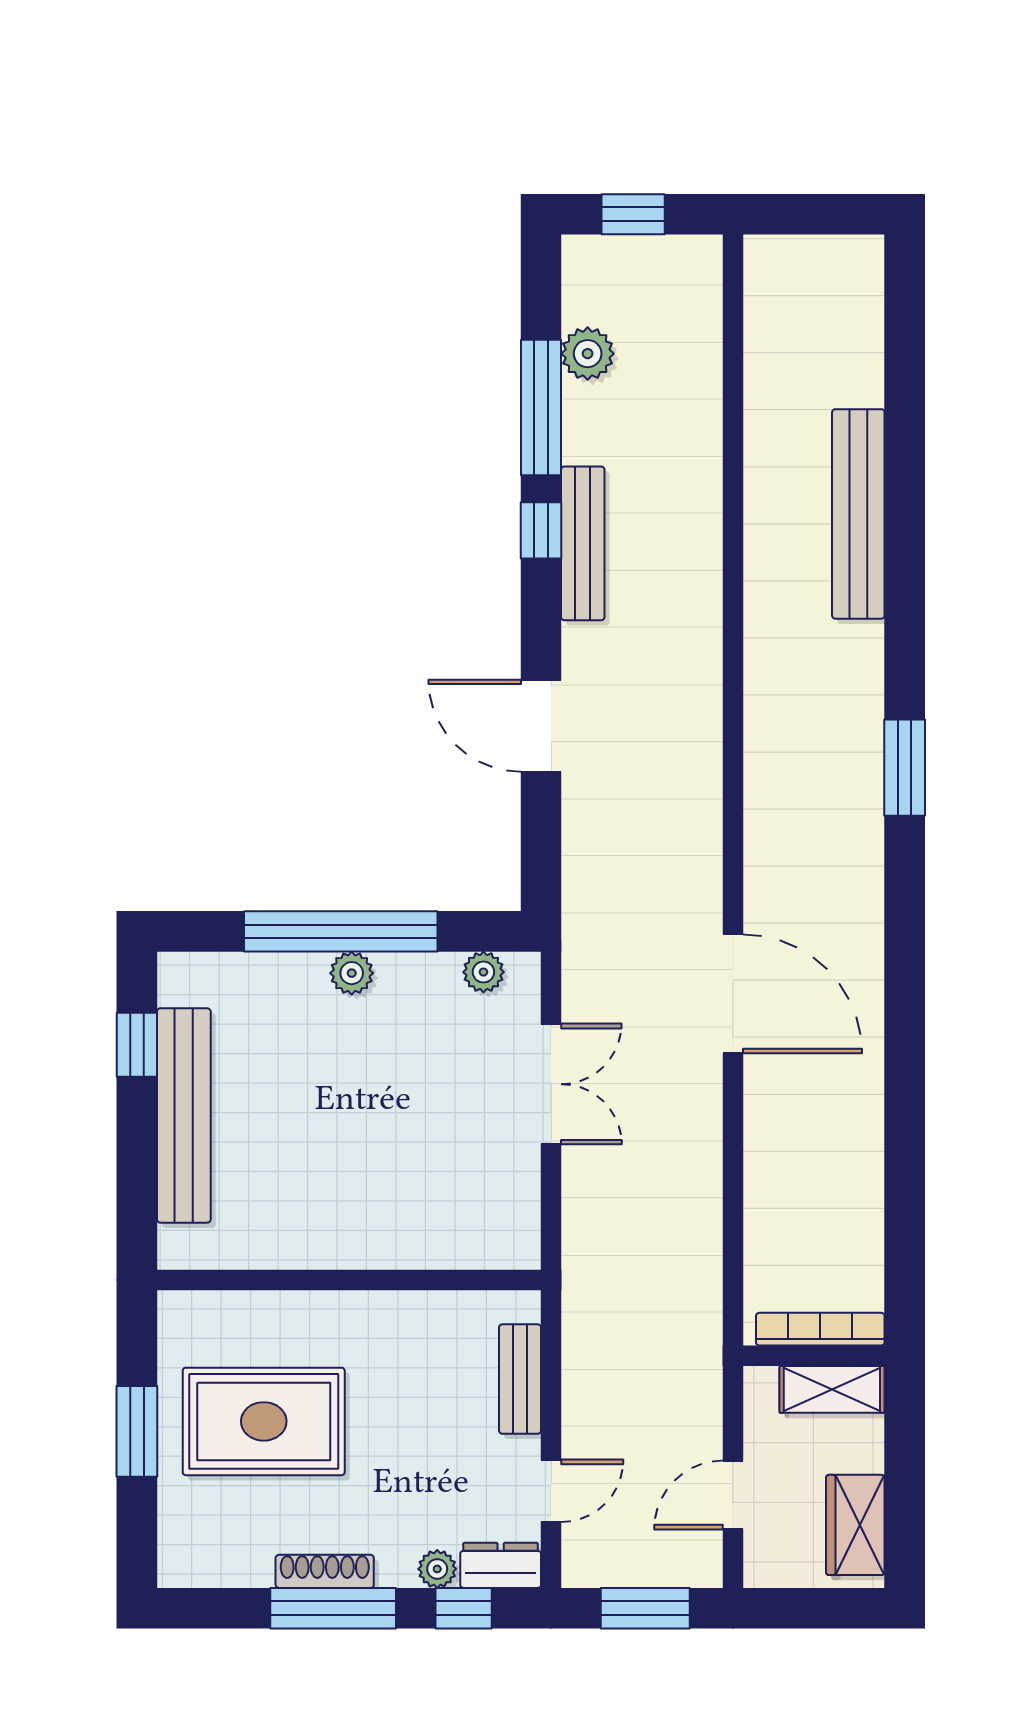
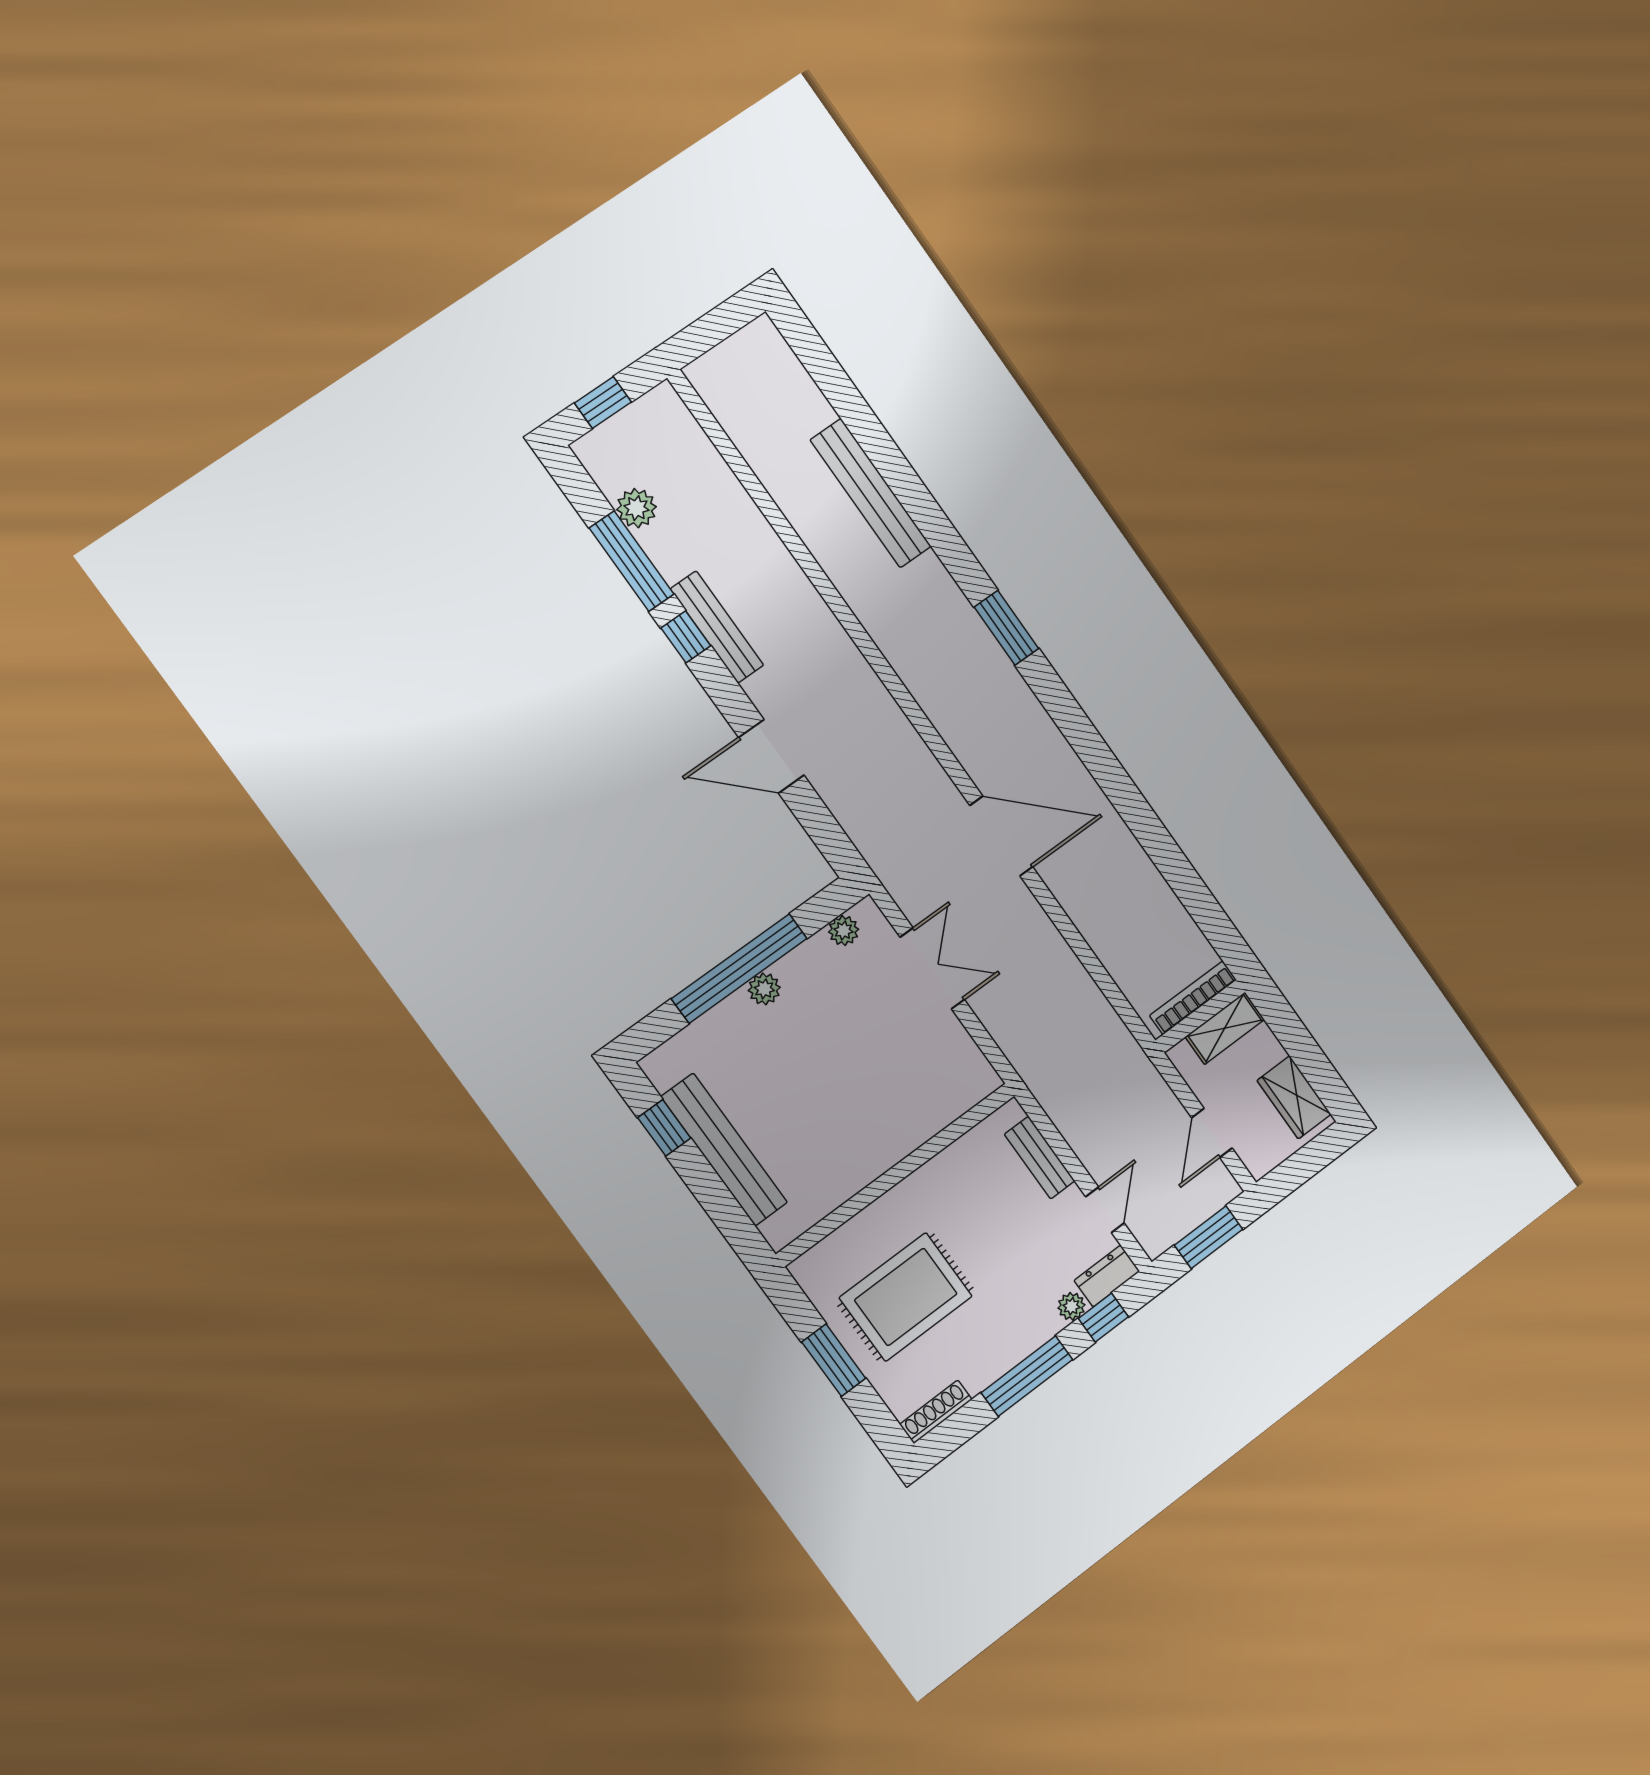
shoe rack: (325, 1571) -> (936, 1412), moved

